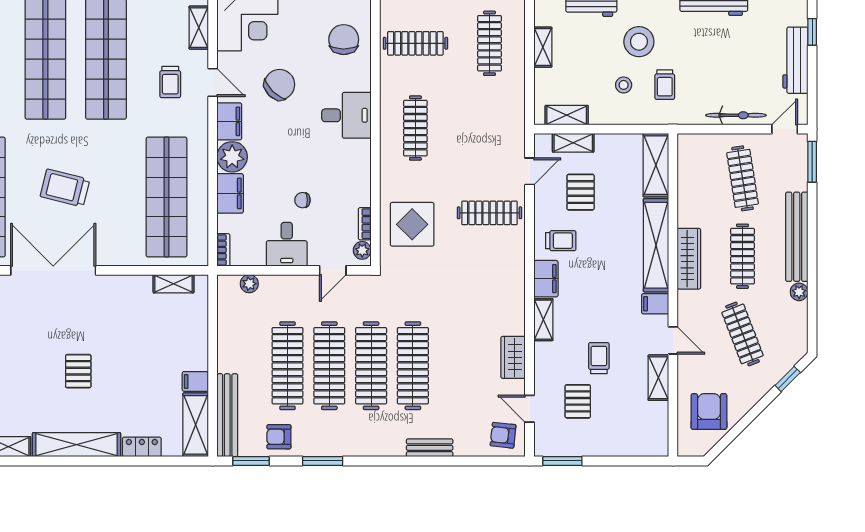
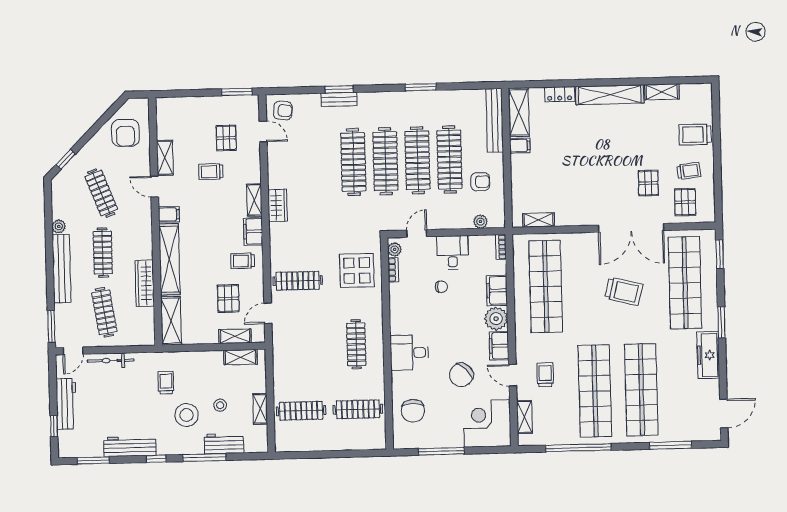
clothes rail: (489, 43) -> (301, 411), turned 90
stool: (624, 85) -> (220, 405), moved
wardrobe: (689, 259) -> (145, 283), moved
wardrobe: (513, 357) -> (278, 205), moved
trolley: (599, 358) -> (211, 172), turned 90
pallet: (78, 371) -> (648, 183), moved
armchair: (279, 437) -> (480, 182), moved
window: (251, 461) -> (339, 89), moved

